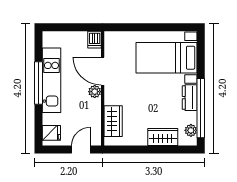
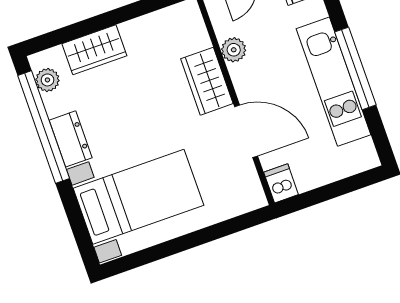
plant: (95, 92) -> (234, 50), moved
wardrobe: (113, 121) -> (207, 81), moved

